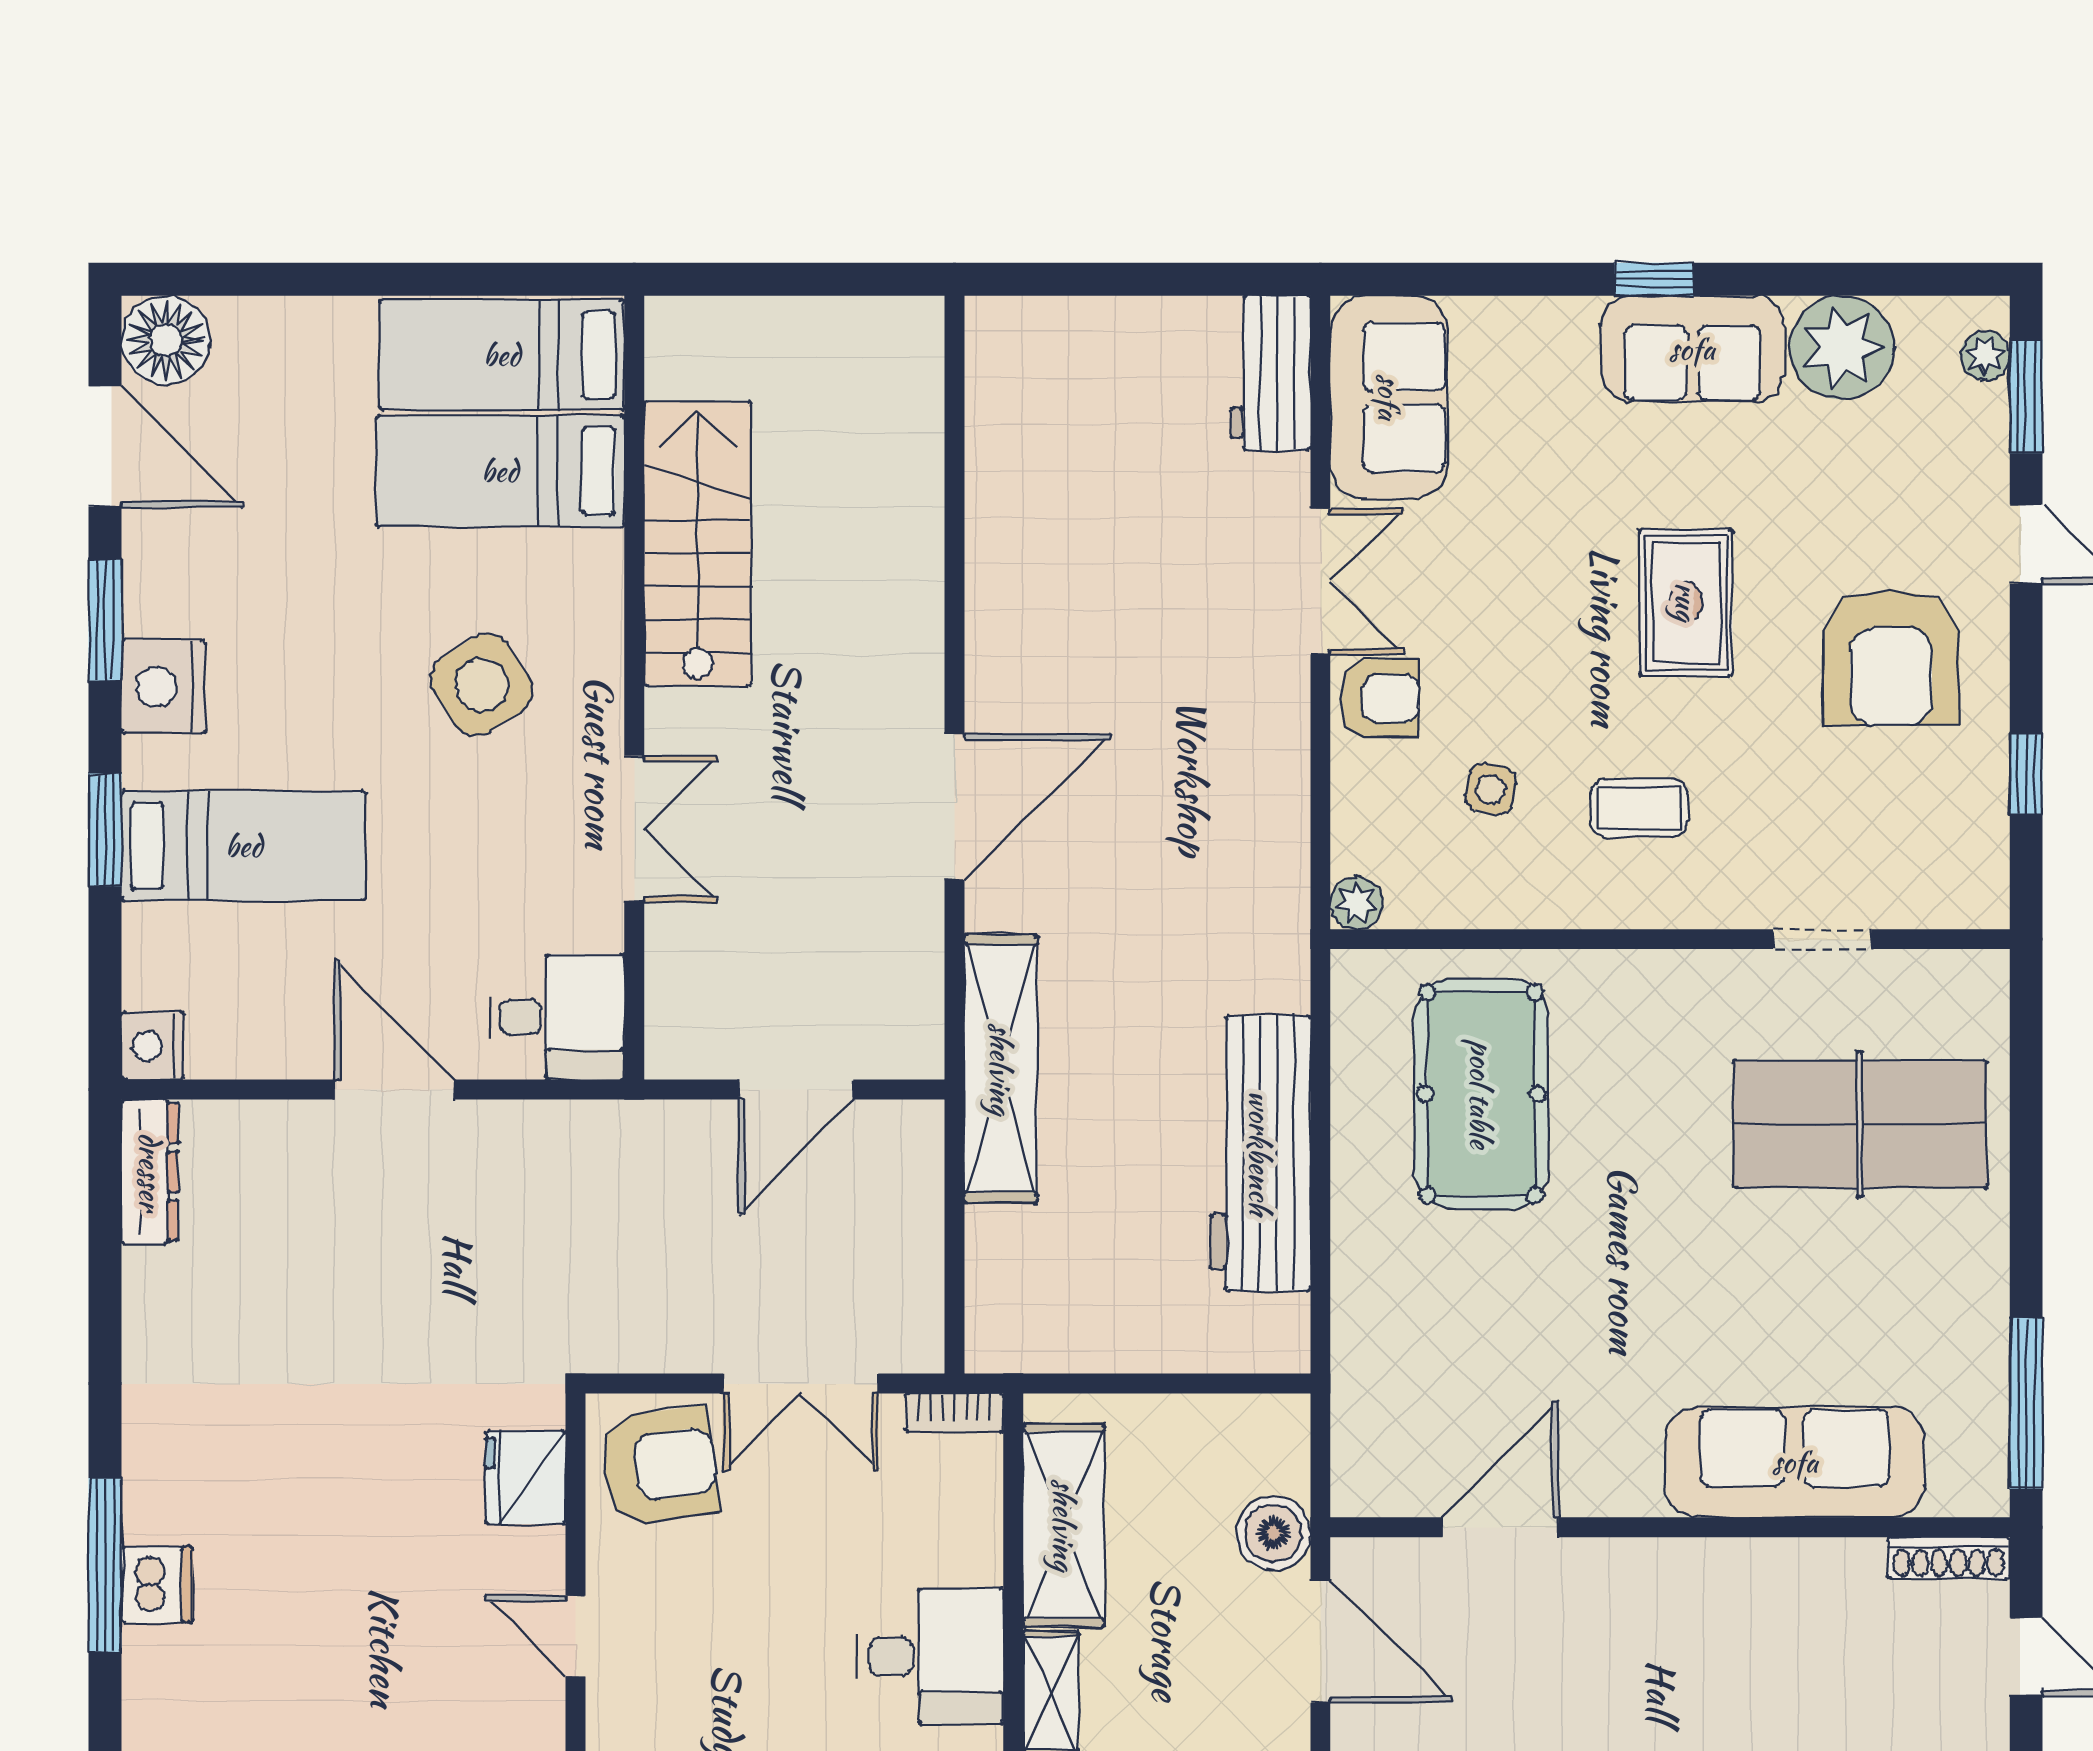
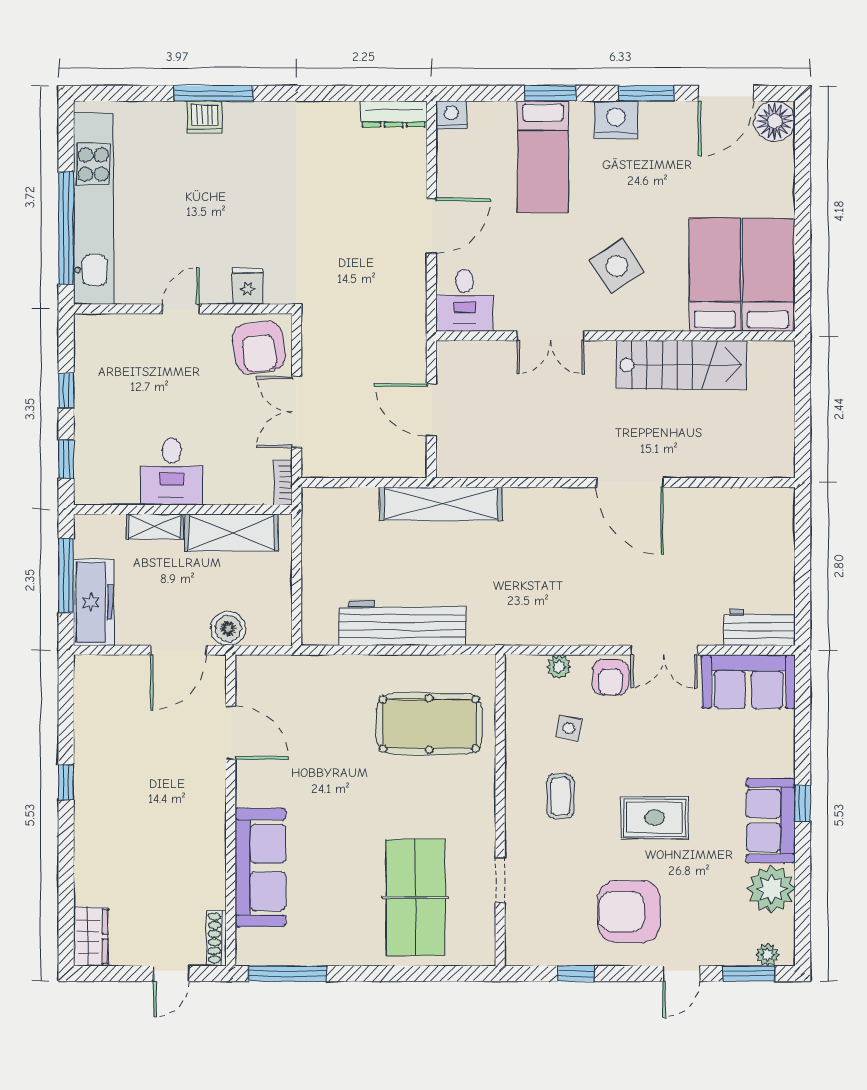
door: (954, 807) -> (630, 483), moved
plant: (1357, 903) -> (559, 667), moved
fridge: (525, 1477) -> (248, 286), width x0.72

